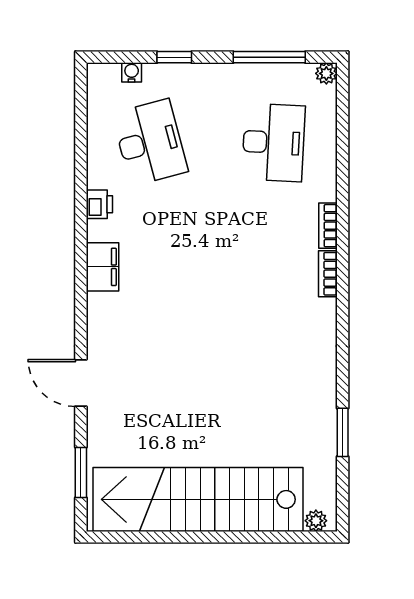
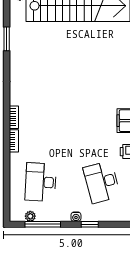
water cooler: (132, 72) -> (76, 217), moved
plant: (326, 73) -> (30, 216), moved

